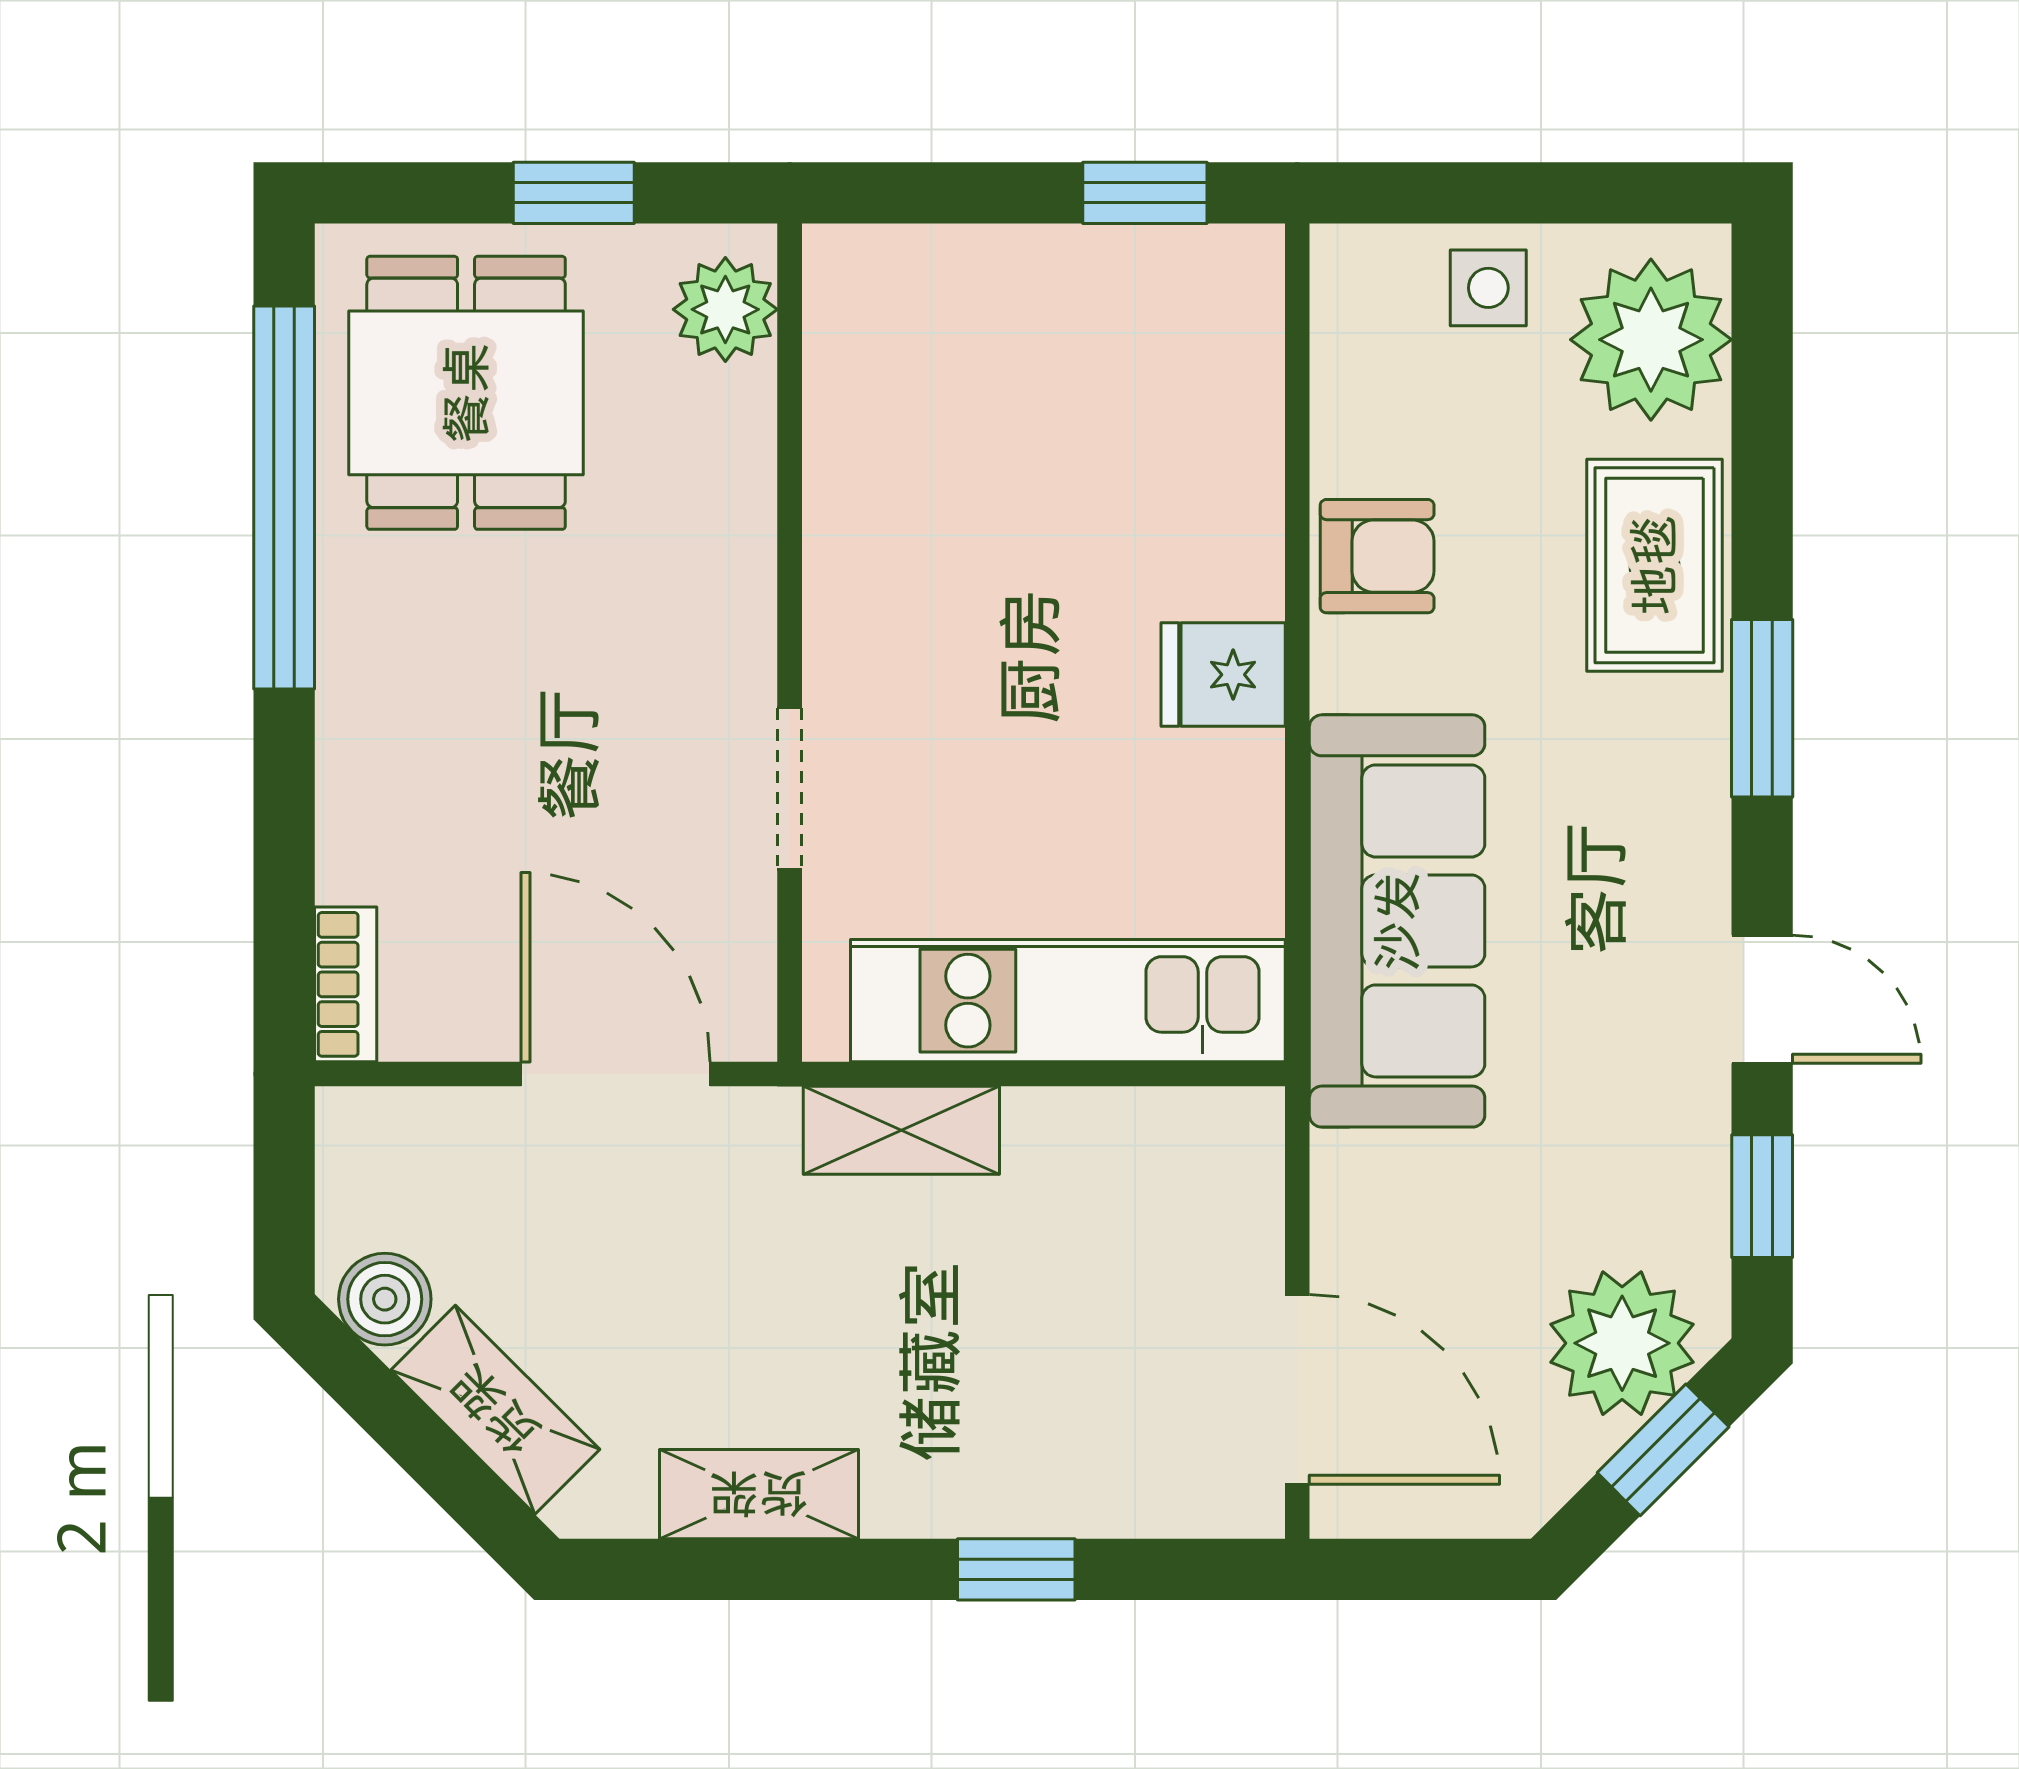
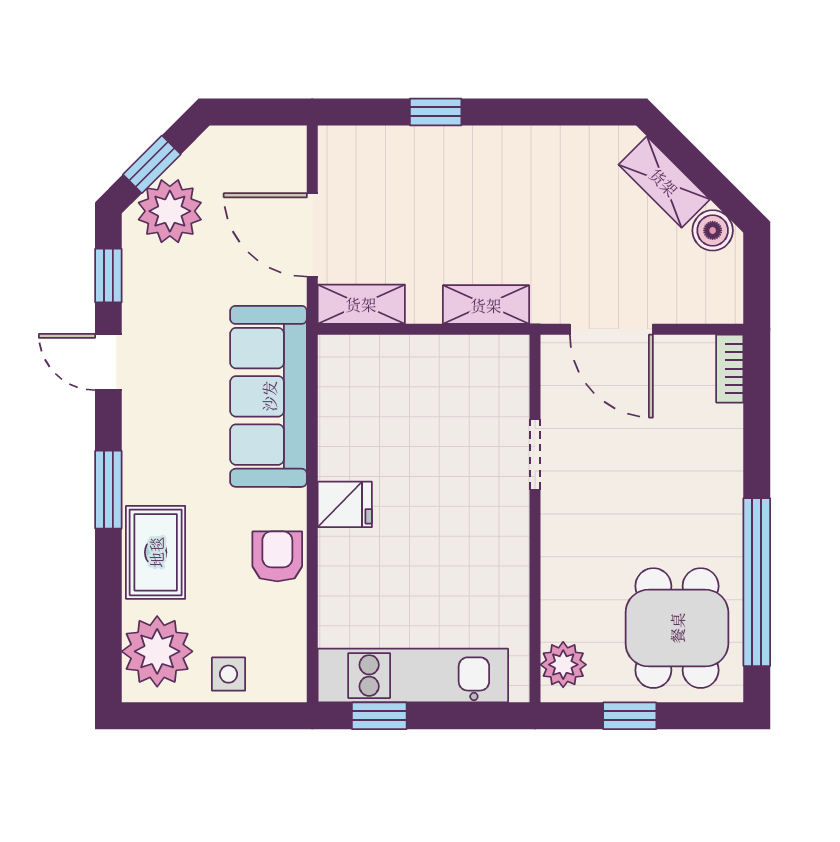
armchair: (1377, 556) -> (277, 556), turned 90
kitchen unit: (1068, 1001) -> (413, 676), moved, turned 180
door: (1297, 1389) -> (312, 235), moved
shelving: (759, 1494) -> (361, 304), moved

